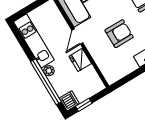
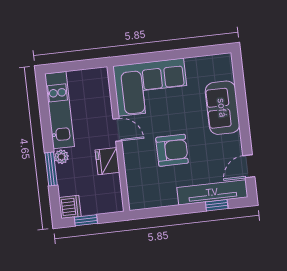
door: (77, 37) -> (117, 130), swing flipped
window: (46, 82) -> (51, 169), width x0.47

